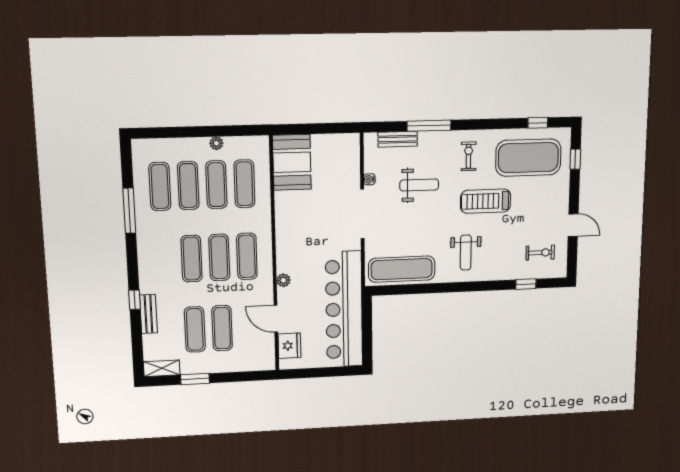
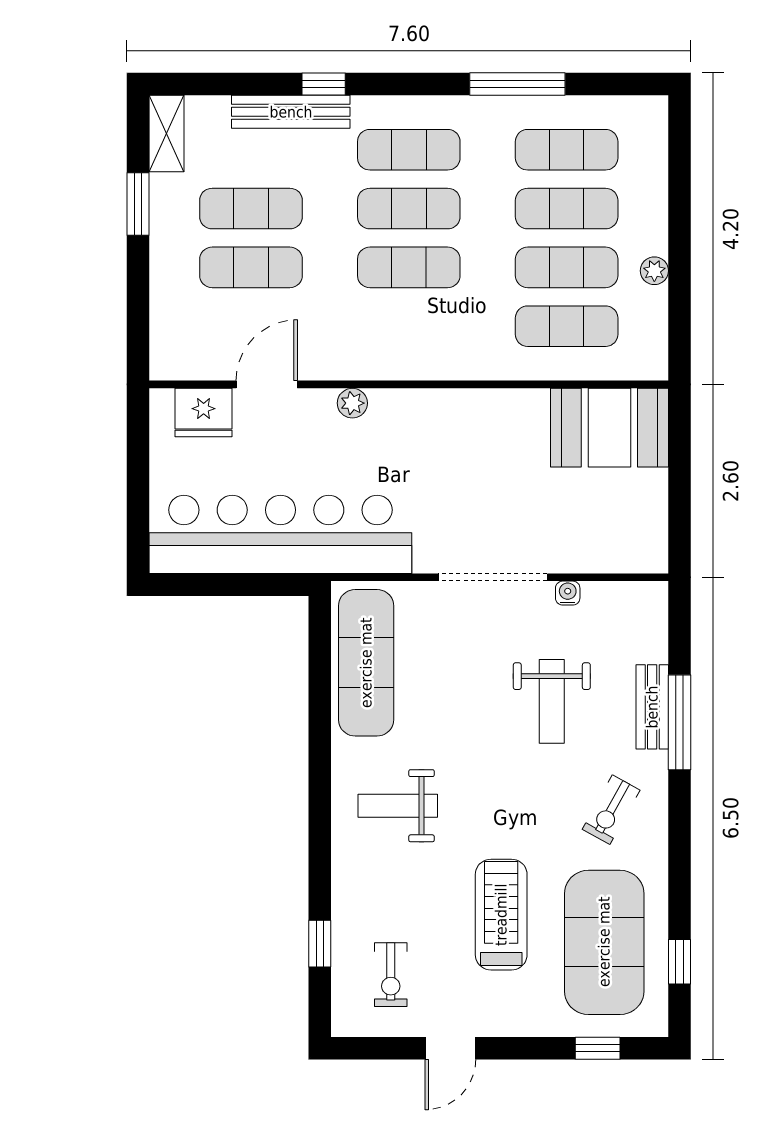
bench: (398, 139) -> (652, 707), moved
exercise bike: (469, 156) -> (611, 810), turned 119
treadmill: (486, 201) -> (501, 915), moved
exercise mat: (247, 256) -> (409, 150), moved
bench: (148, 314) -> (291, 112), width x1.36

